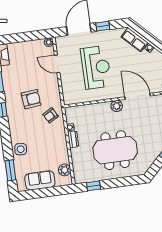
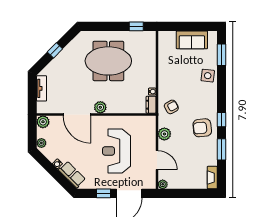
armchair: (31, 99) -> (202, 128), moved
dresser: (73, 139) -> (151, 105), moved
plant: (65, 170) -> (164, 134), moved

